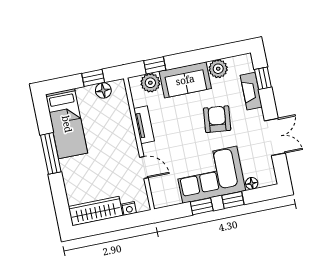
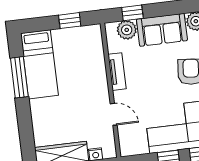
floor lamp: (103, 90) -> (79, 34), removed
window: (51, 153) -> (19, 77), moved

